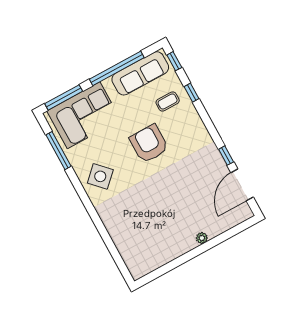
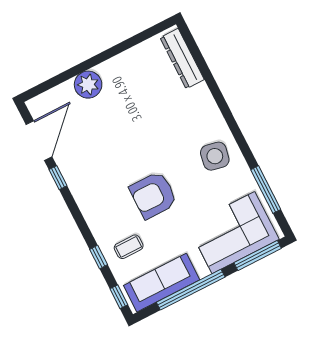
armchair: (149, 144) -> (153, 195), turned 90
side table: (100, 176) -> (215, 156), turned -35
plant: (202, 238) -> (88, 85), width x1.87, depth x1.87
dresser: (129, 254) -> (182, 59), added

